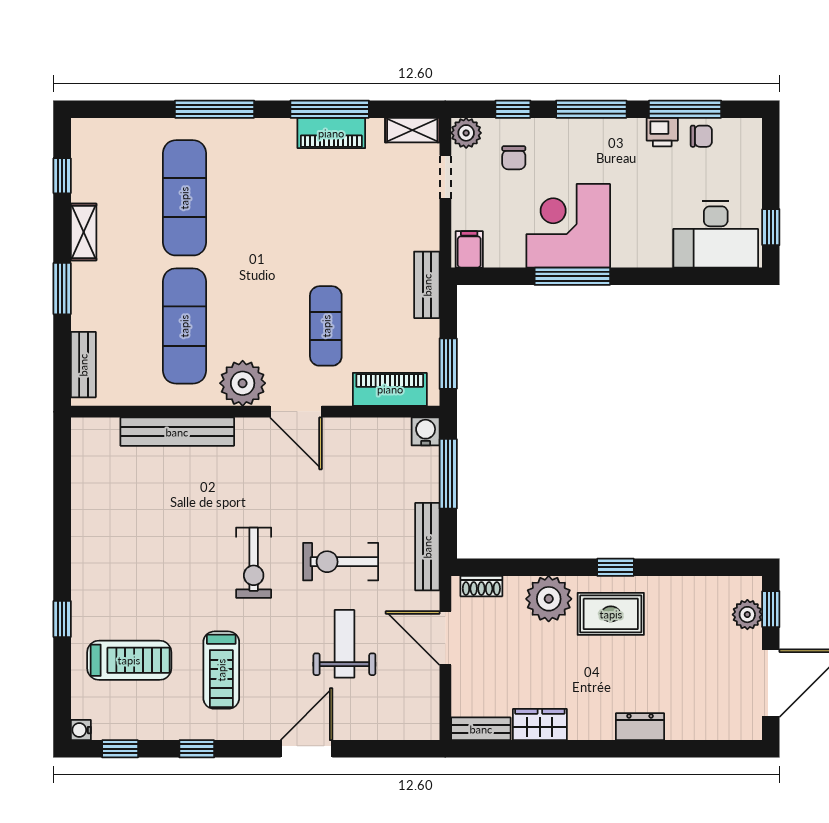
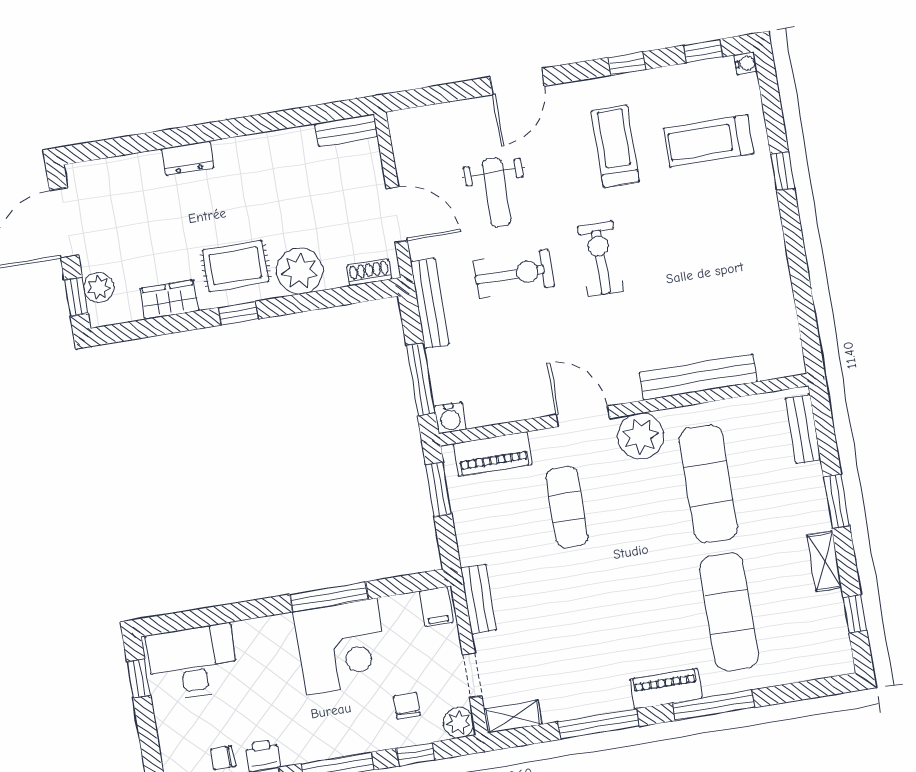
piano: (331, 133) -> (666, 689), moved
bench: (427, 285) -> (479, 599), moved
wardrobe: (540, 725) -> (169, 300), moved, turned 180

